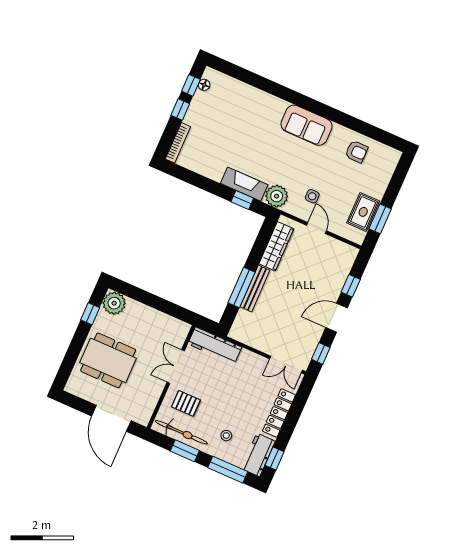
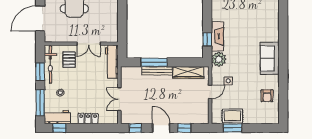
double door: (286, 364) -> (119, 99), moved
double door: (176, 367) -> (89, 44), swing flipped
locker: (279, 413) -> (88, 119), width x0.66

